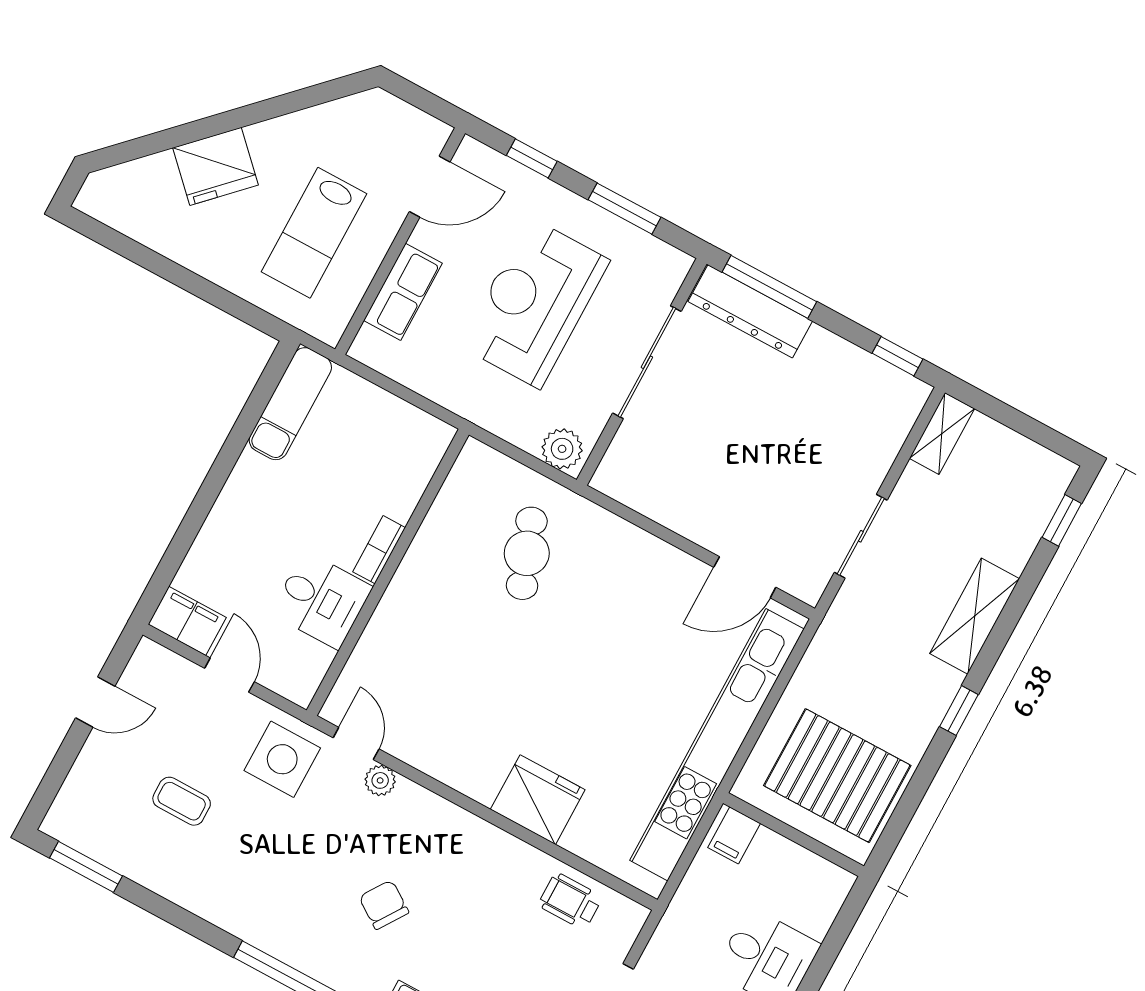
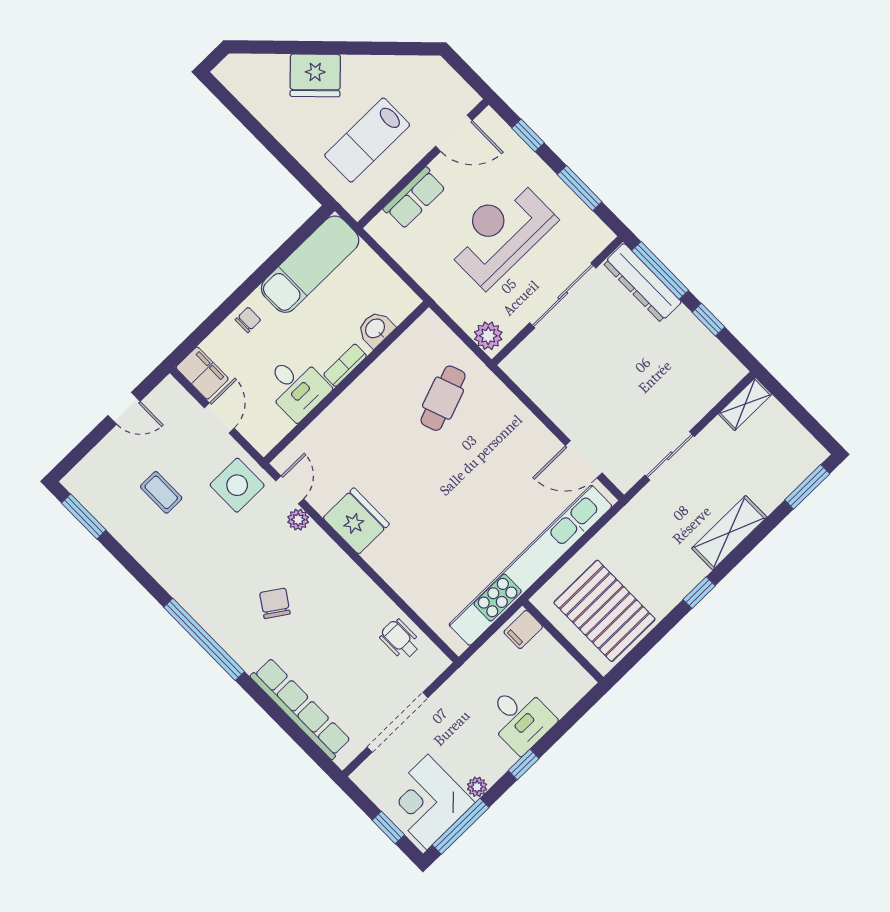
window: (898, 356) -> (708, 320), moved
exam couch: (290, 404) -> (310, 264), width x1.36, depth x1.45
washbasin: (405, 487) -> (376, 329), added
window: (1062, 520) -> (807, 487), width x1.50
chair: (227, 529) -> (248, 320), added
fridge: (538, 800) -> (356, 521), moved

